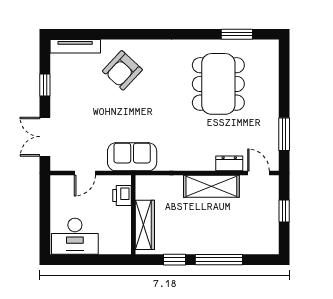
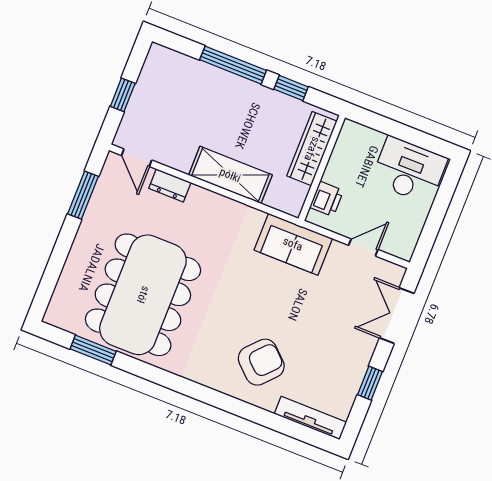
dining table: (218, 84) -> (143, 295), width x1.36, depth x1.24
double door: (45, 137) -> (397, 316), swing flipped
shelving: (211, 186) -> (230, 175), moved

